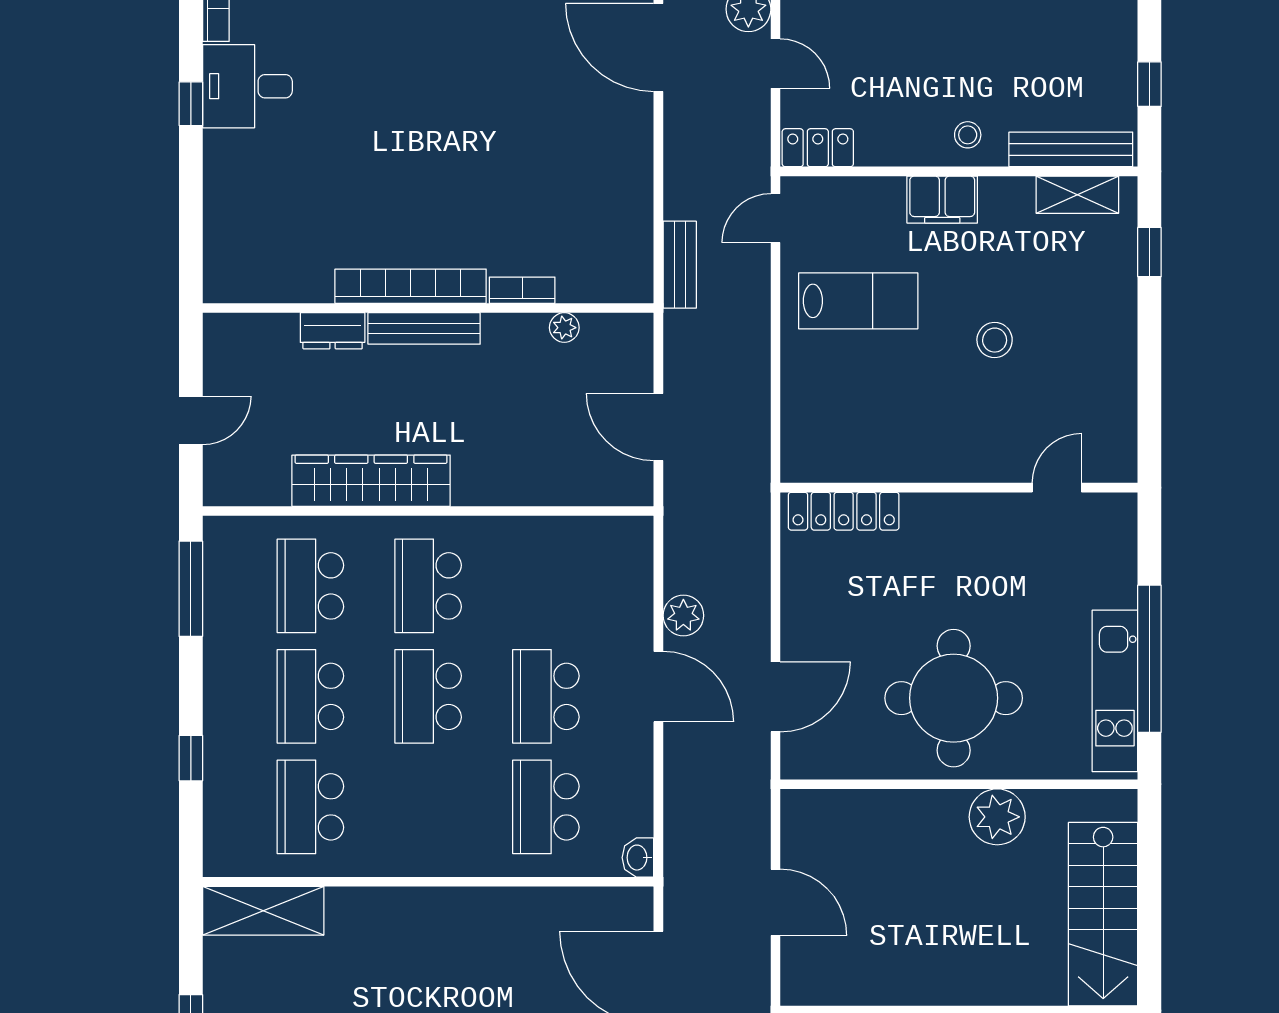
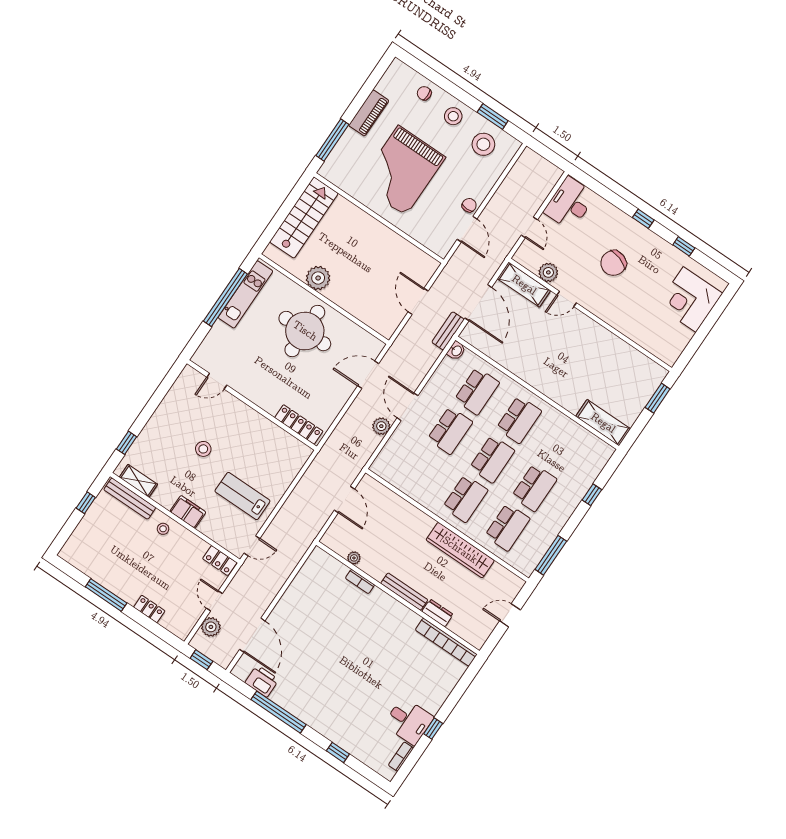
bench: (680, 265) -> (448, 331), moved
bookcase: (411, 286) -> (446, 642), moved
school desk: (310, 807) -> (519, 420), moved

